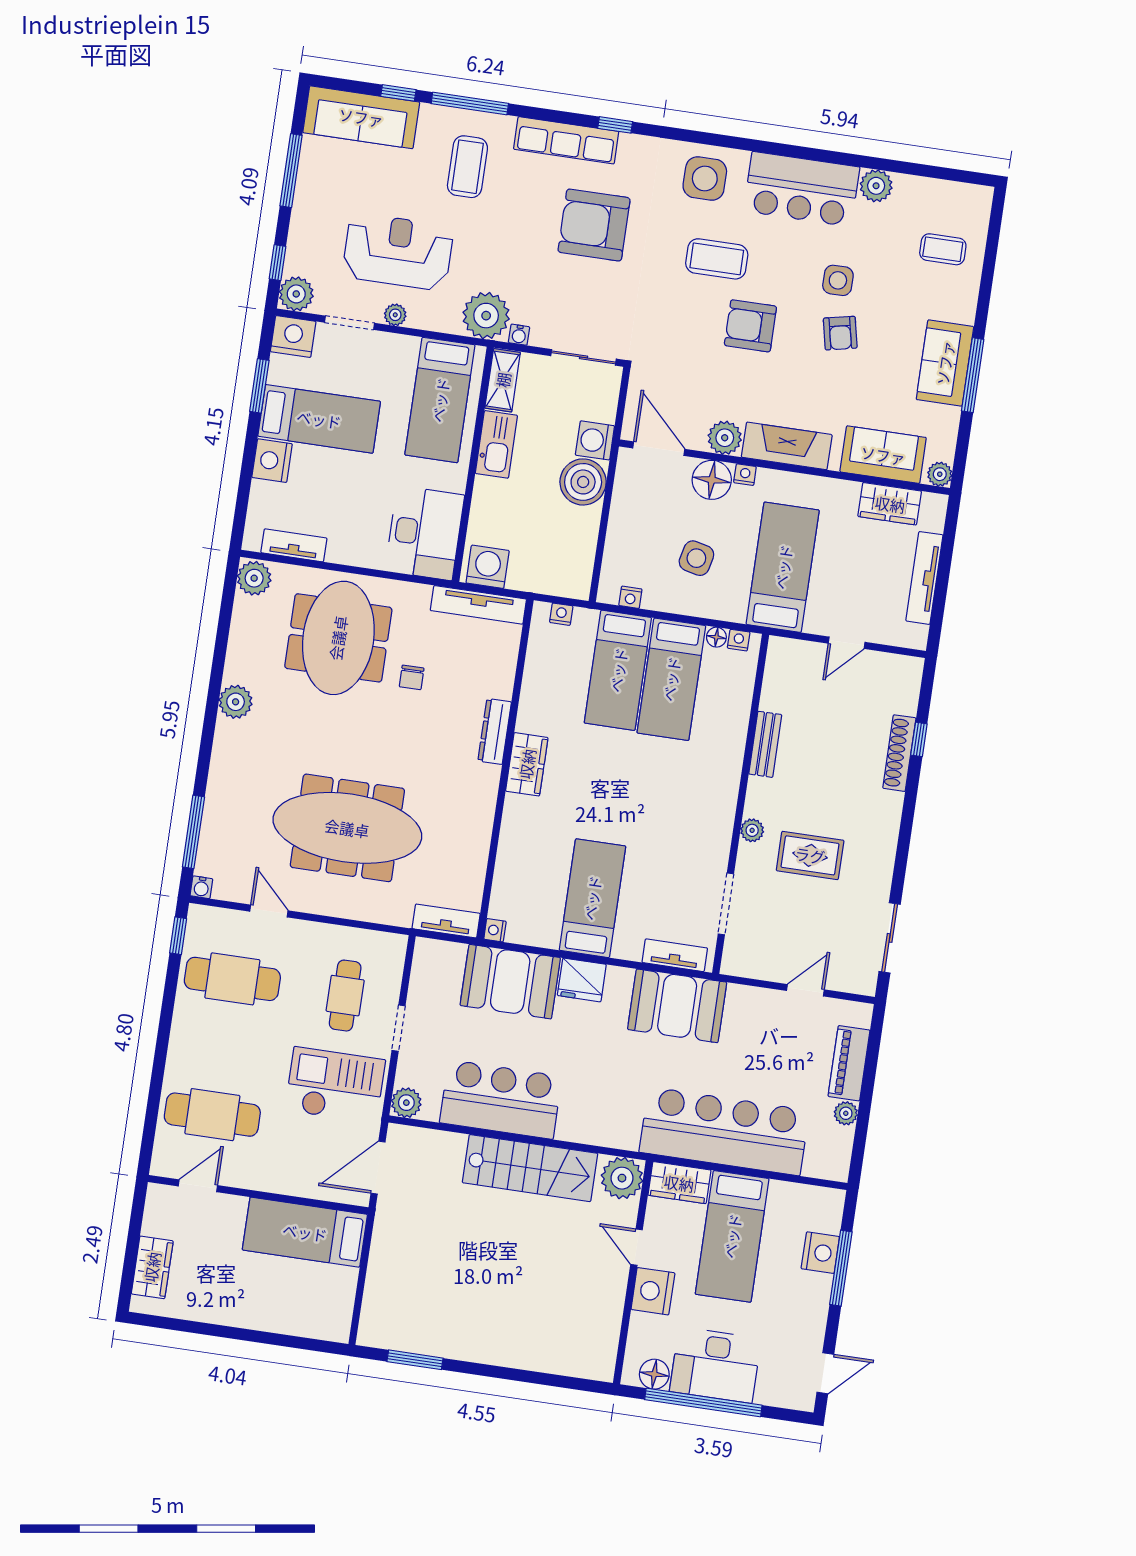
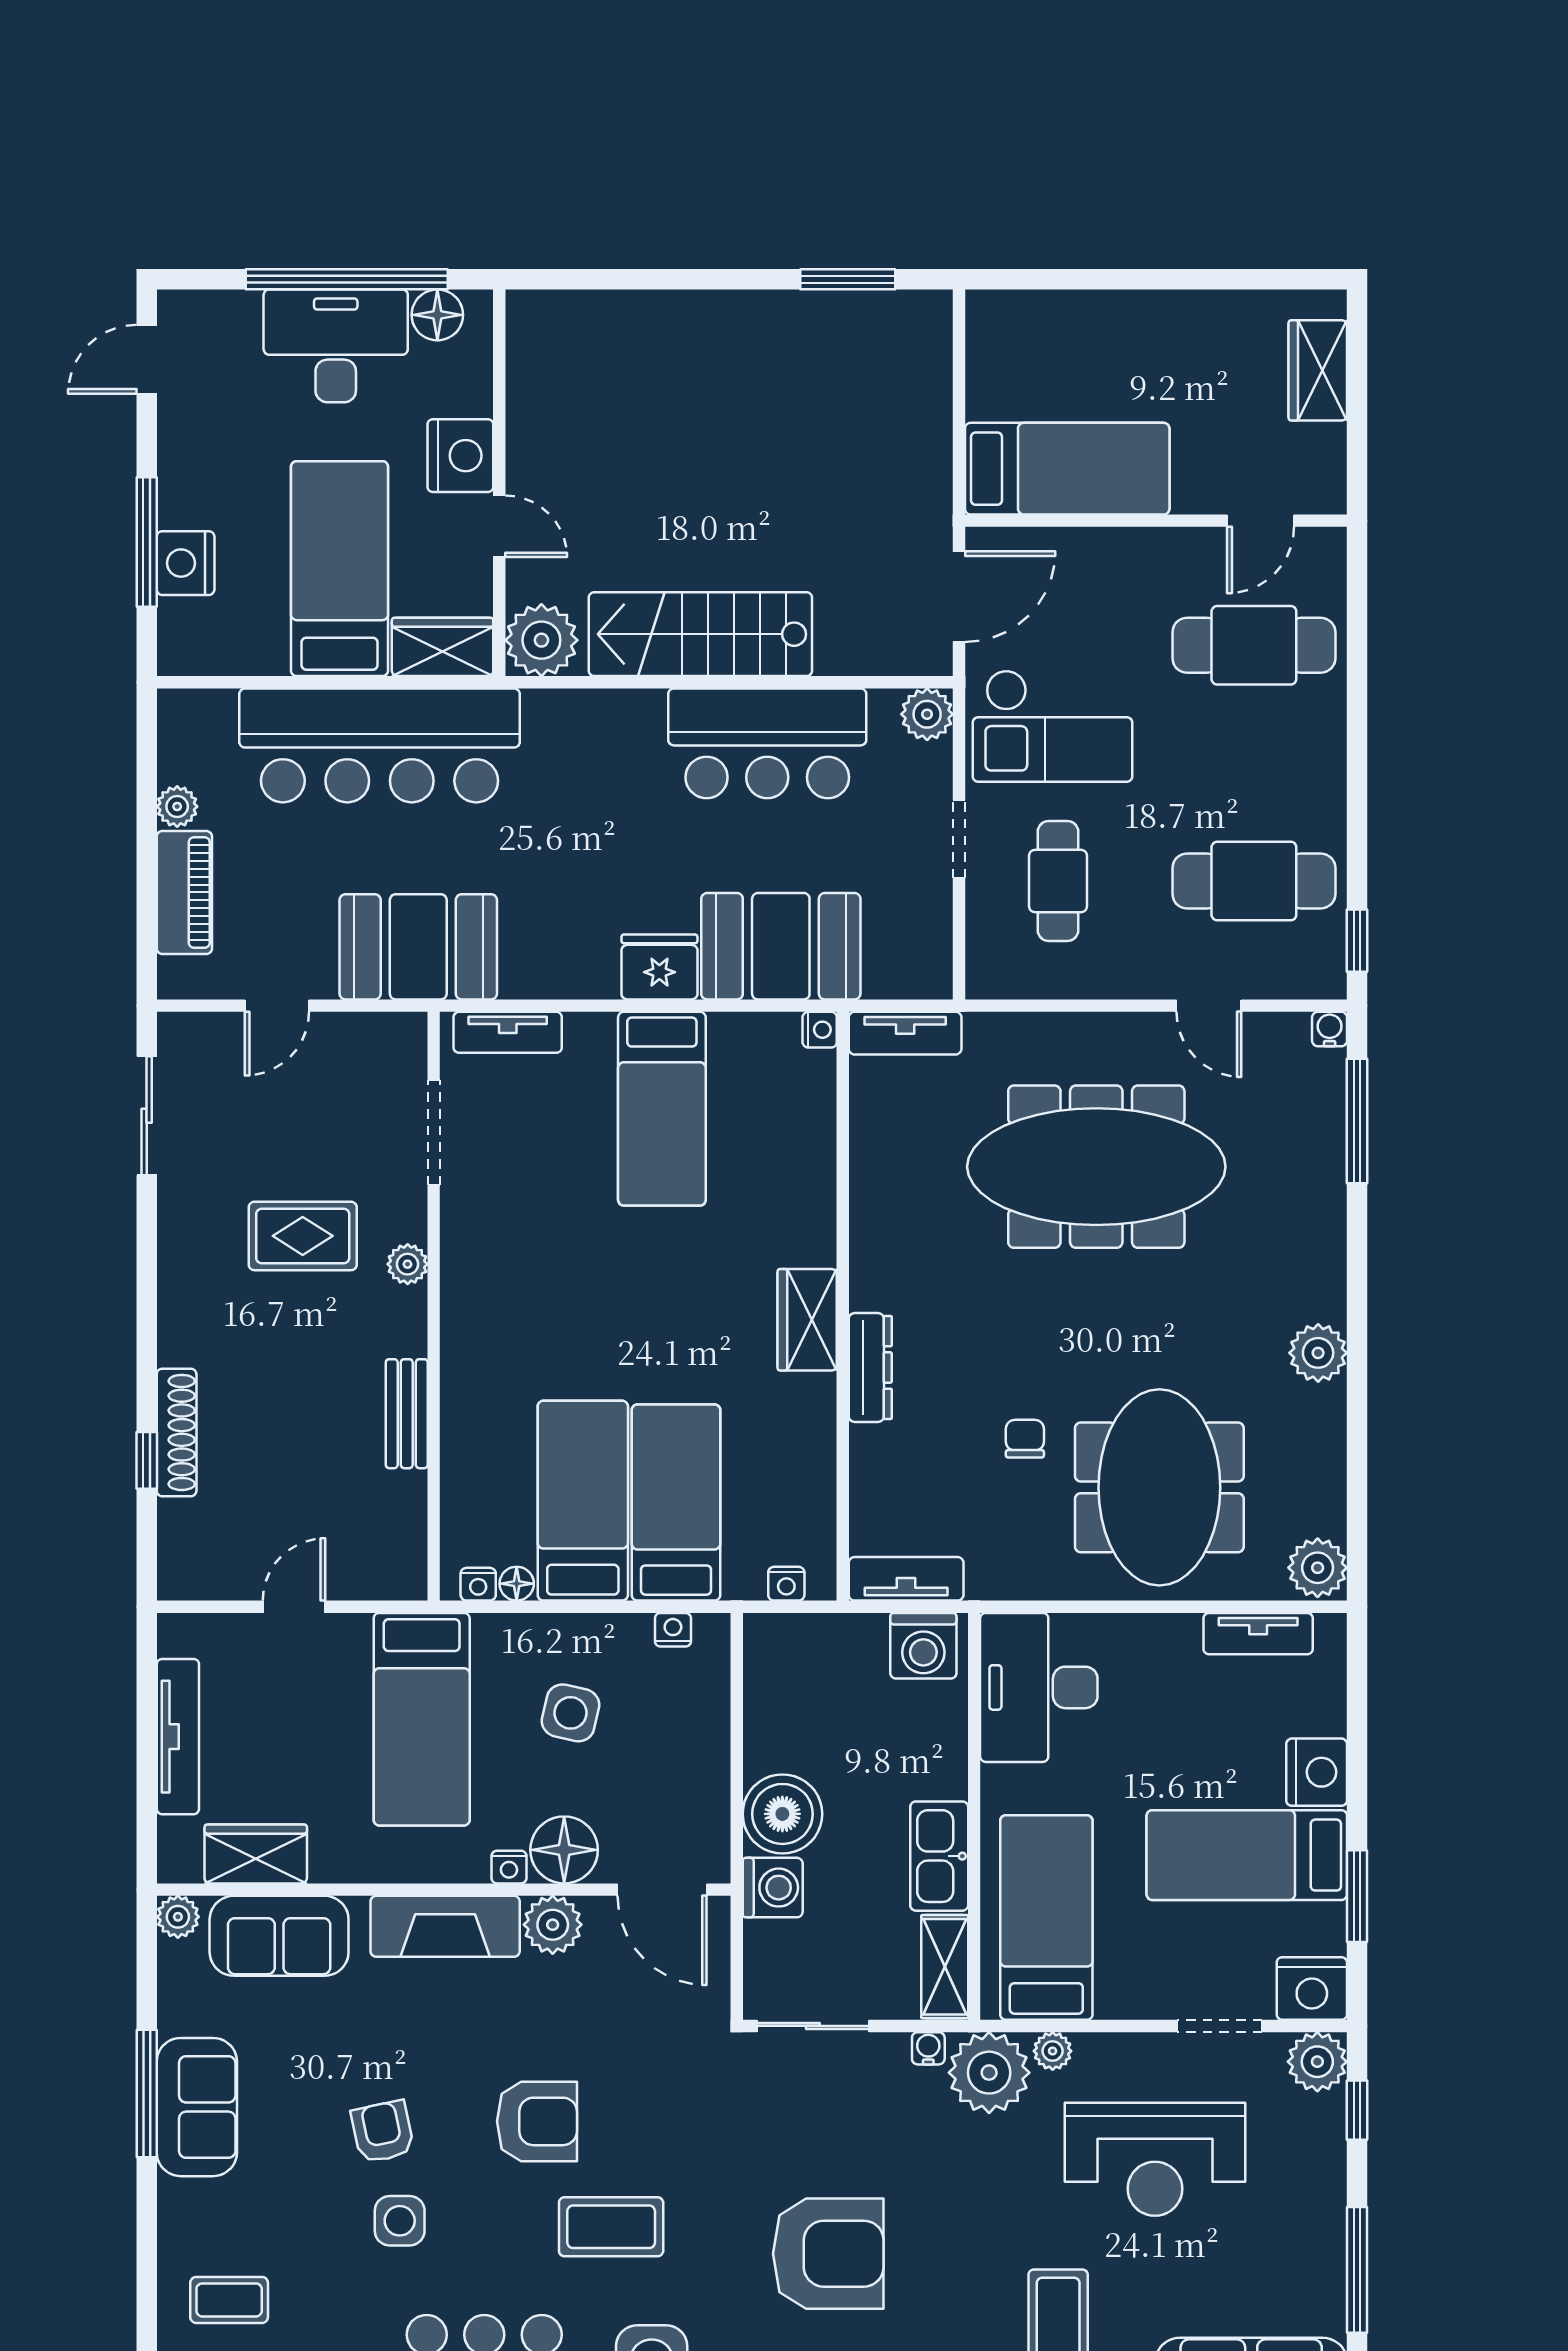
plant: (395, 315) -> (1053, 2051), moved
tv unit: (478, 605) -> (906, 1579), width x0.71
booth: (677, 1006) -> (418, 947), moved

